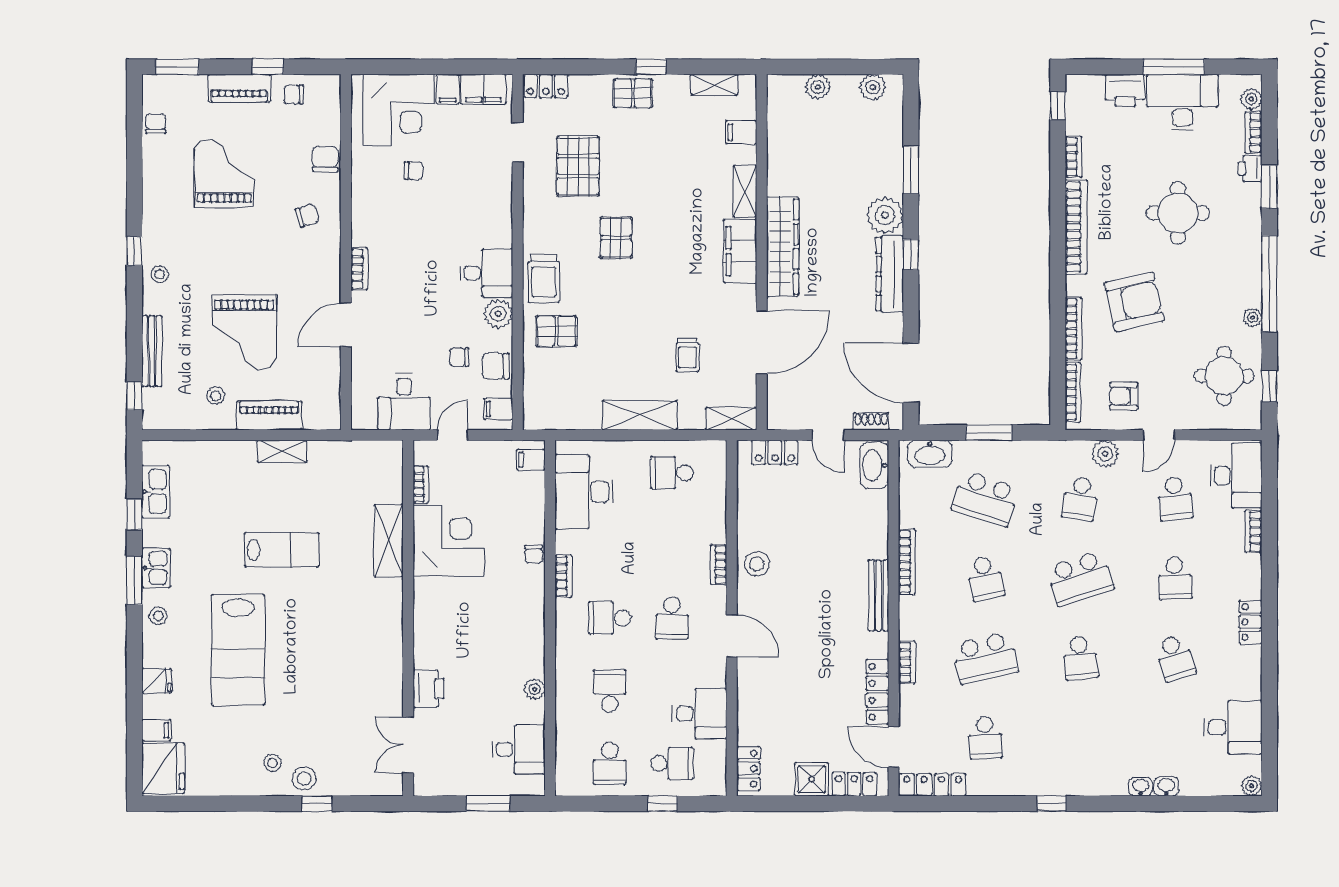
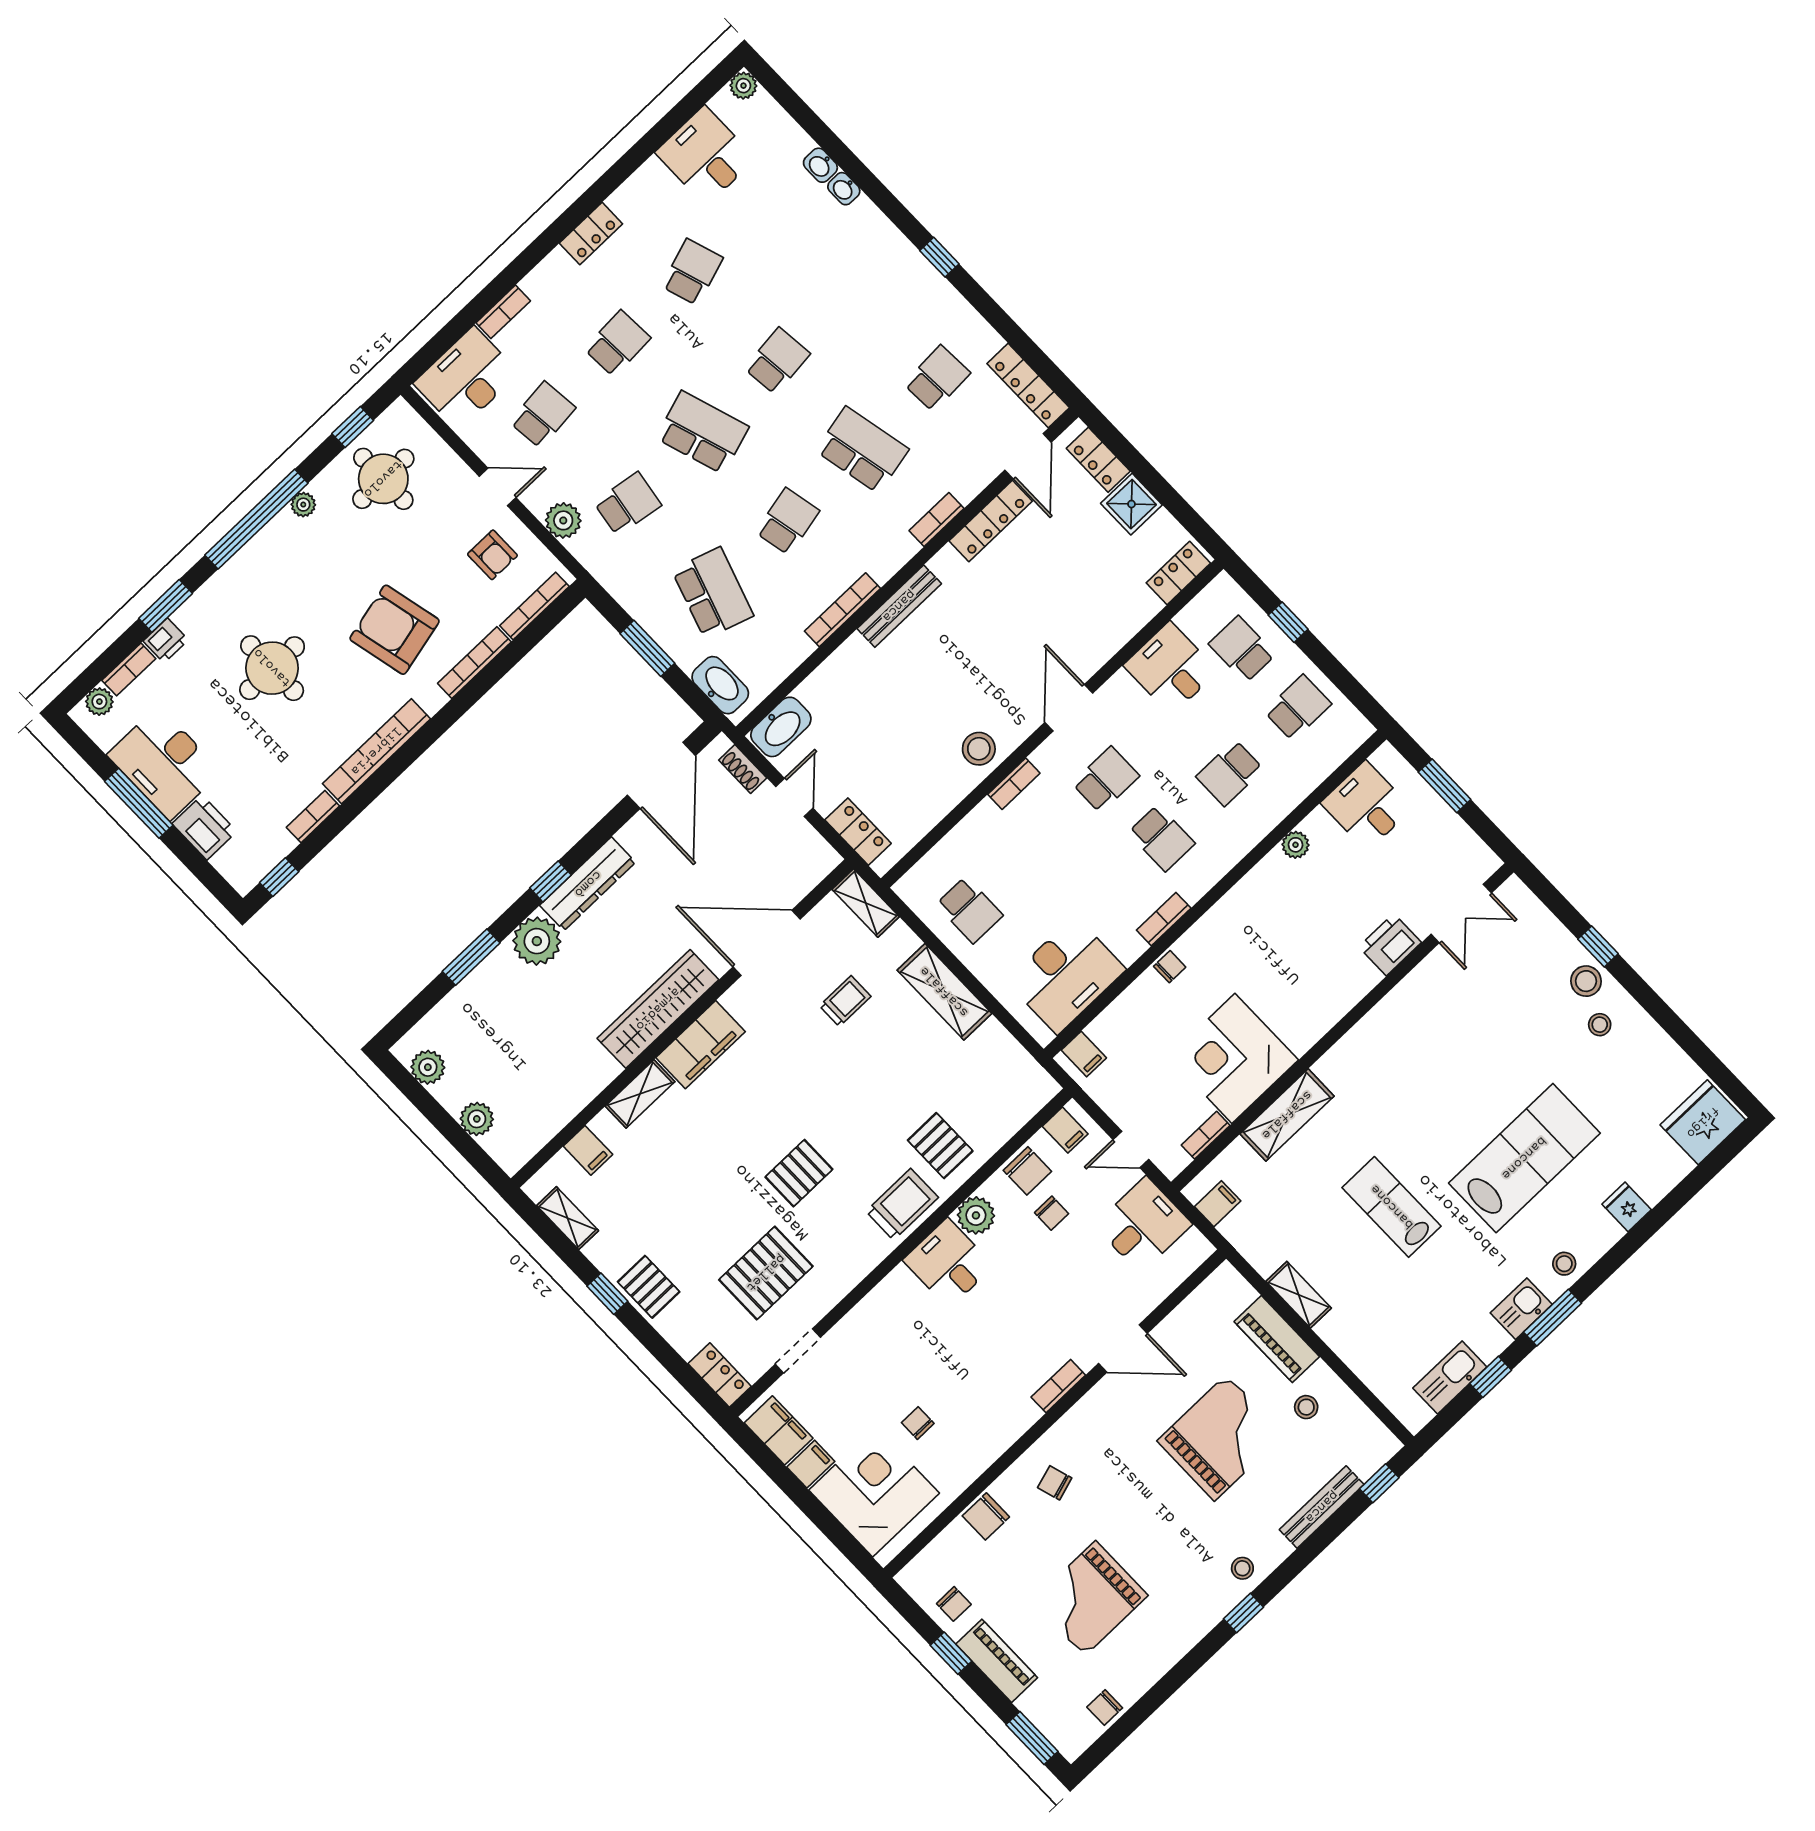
filing cabinet: (156, 730) -> (1218, 1204), moved, turned 90

